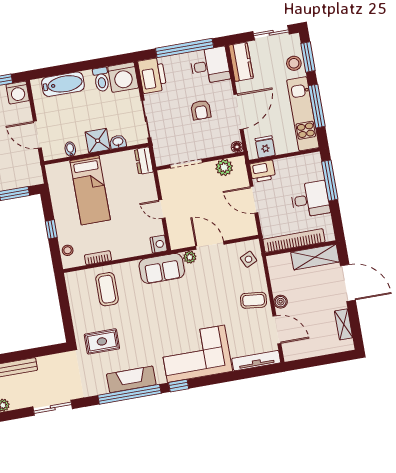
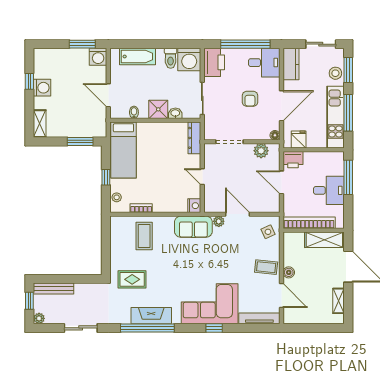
dresser: (144, 161) -> (194, 138), width x1.44
bed: (90, 190) -> (123, 150), moved
window: (179, 386) -> (214, 328), moved

